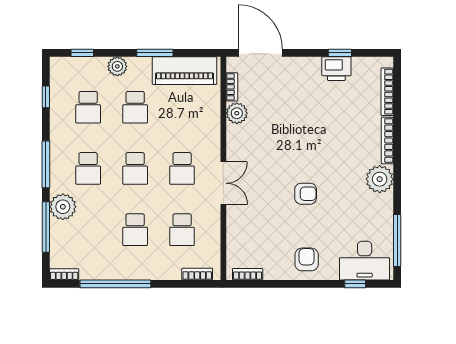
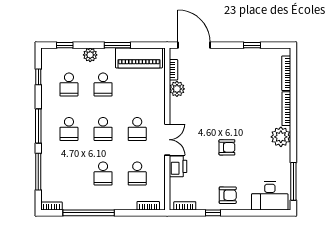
printer: (336, 69) -> (178, 166), moved, turned -90
plant: (63, 207) -> (51, 157), removed
armchair: (307, 259) -> (228, 195), turned 90
window: (355, 284) -> (213, 213), moved

